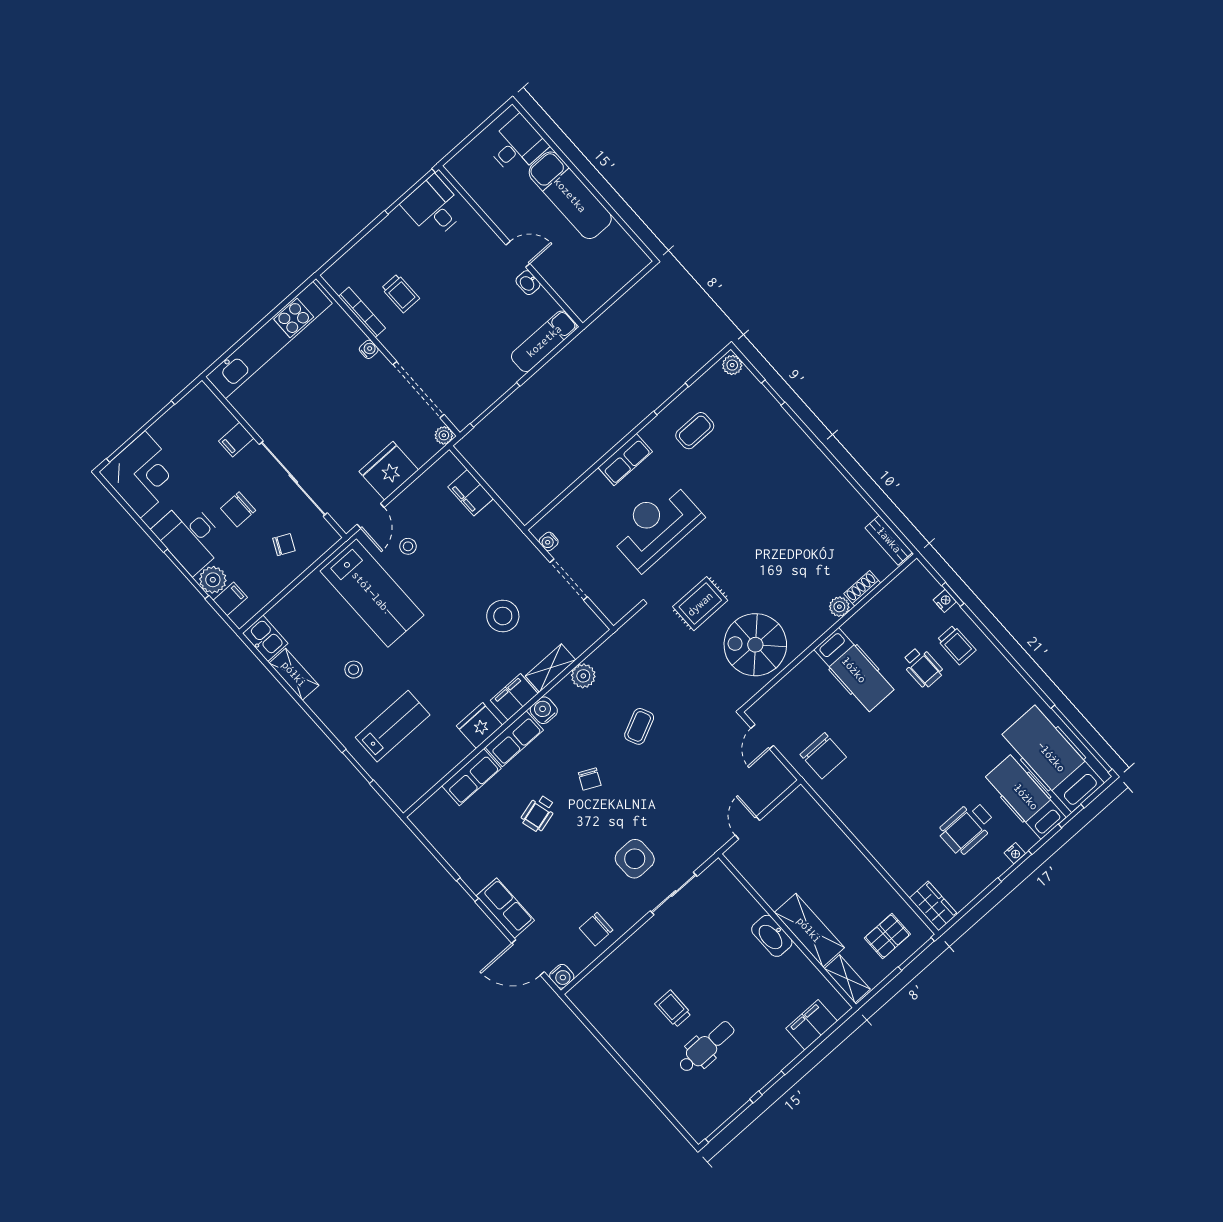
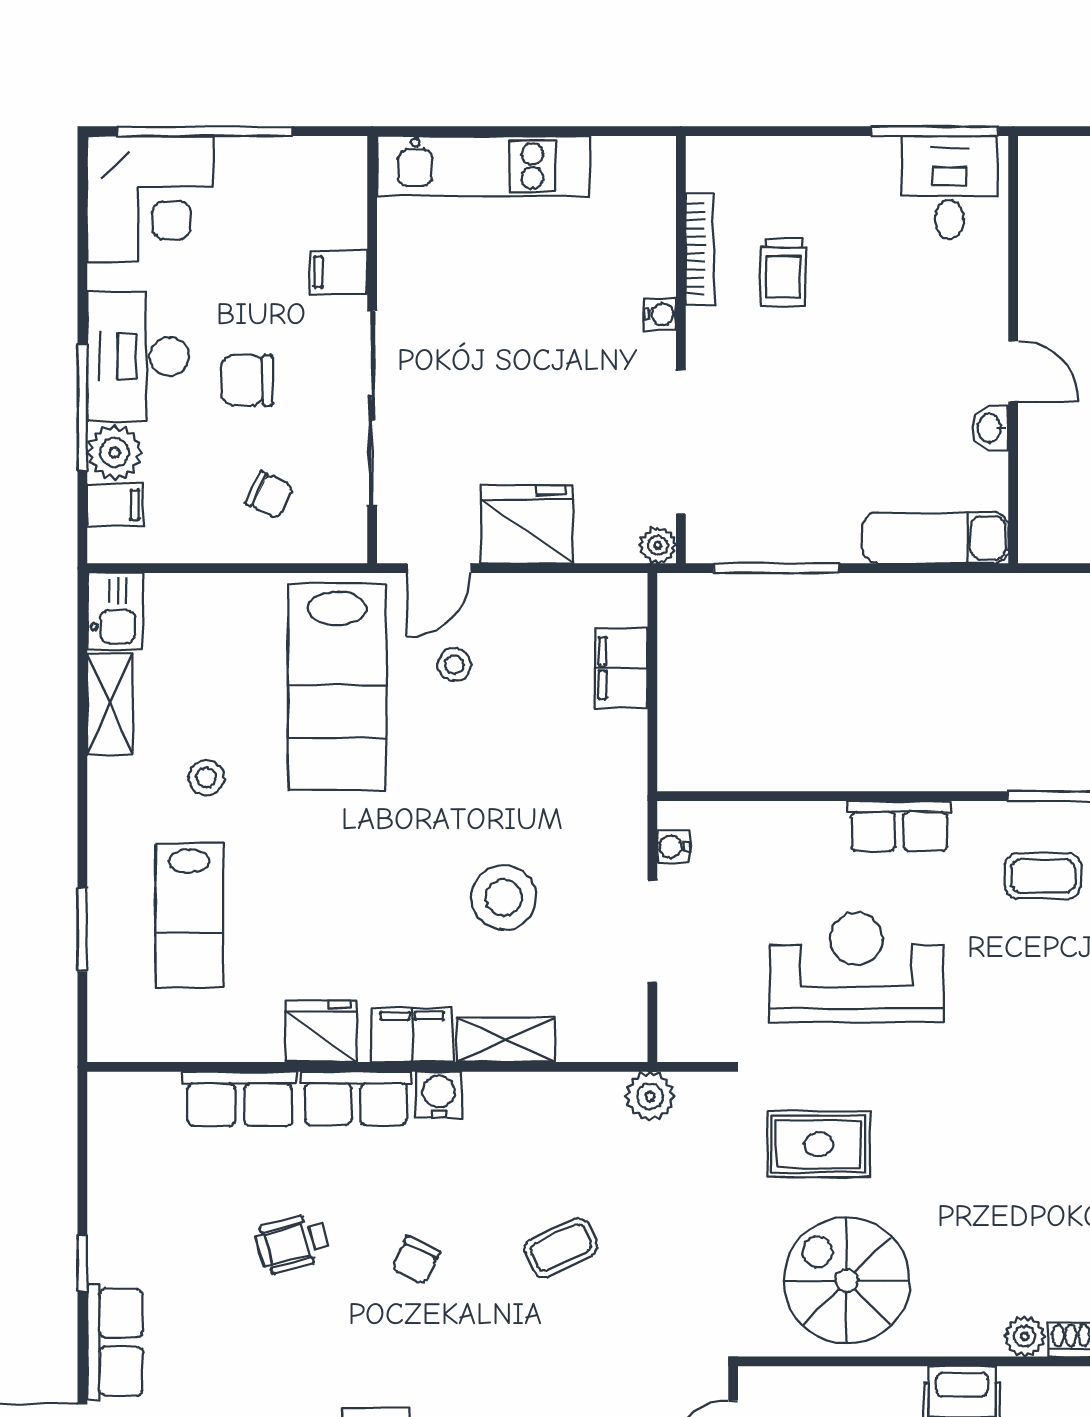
kitchen unit: (269, 340) -> (483, 166), width x0.73
plant: (583, 676) -> (650, 1096), moved
lab bench: (393, 726) -> (189, 916), turned 90

